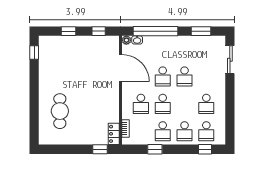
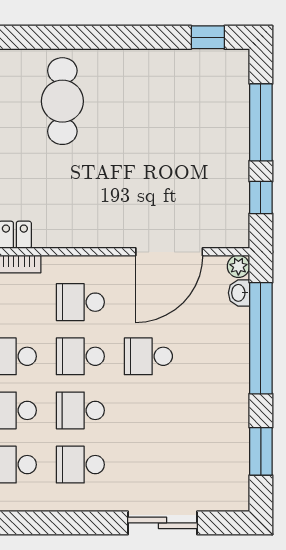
window: (68, 31) -> (261, 122), width x2.17
sliding door: (230, 60) -> (162, 523), moved
school desk: (185, 76) -> (80, 410), moved
cafe table: (60, 111) -> (62, 101), turned 90

